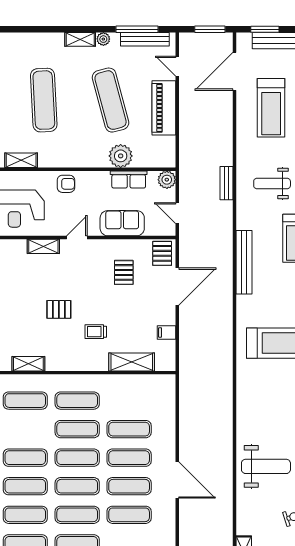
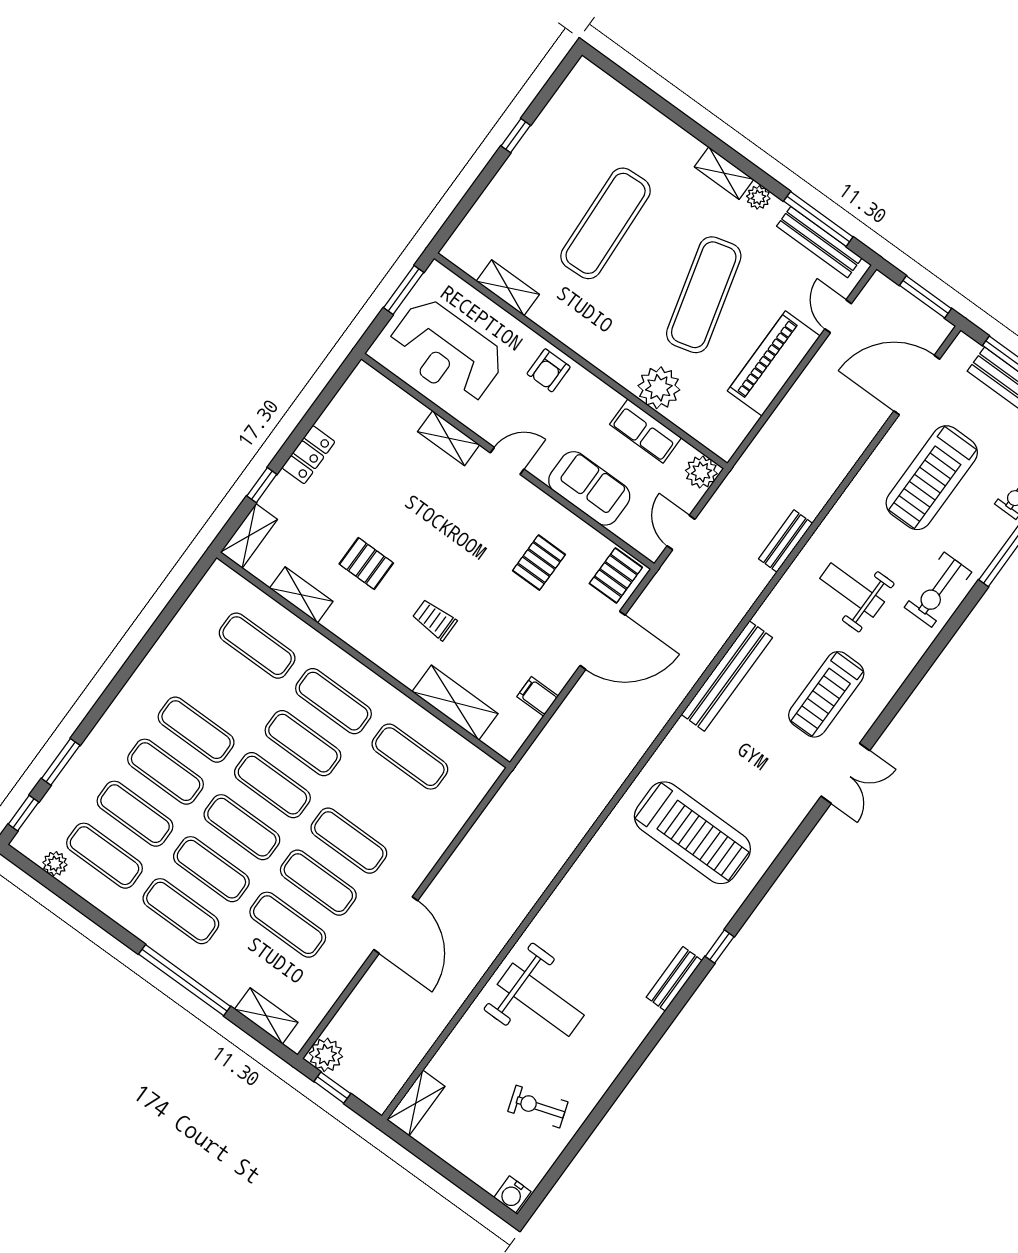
armchair: (66, 184) -> (549, 370), turned 90
pallet: (59, 309) -> (366, 563), moved
exercise mat: (129, 429) -> (410, 757), moved

